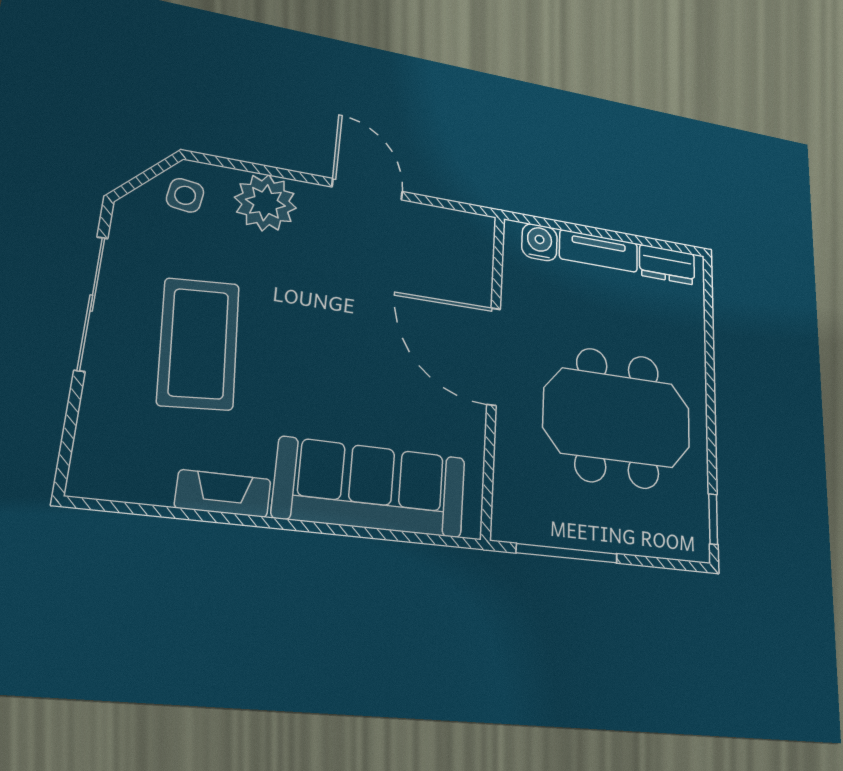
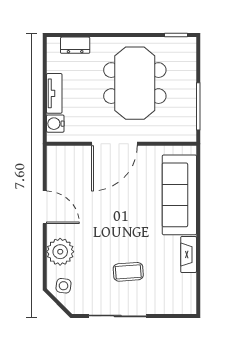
door: (367, 189) -> (45, 207), swing flipped
dresser: (667, 265) -> (75, 45), moved, turned 90
coffee table: (199, 344) -> (128, 272), width x0.54, depth x0.58

